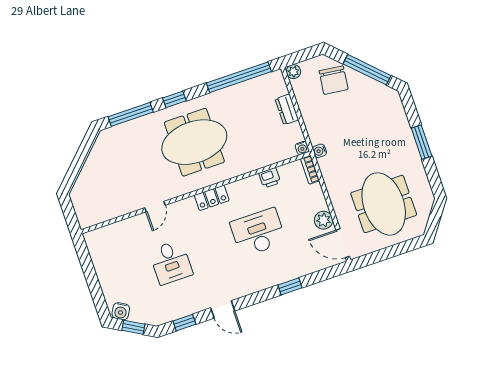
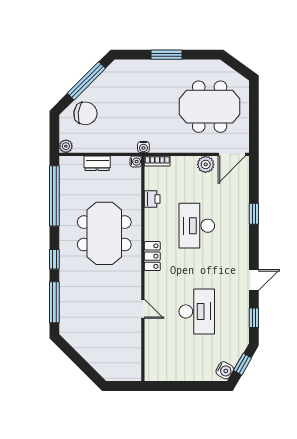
meeting table: (194, 142) -> (104, 233), moved
desk: (171, 262) -> (197, 311), width x1.37

